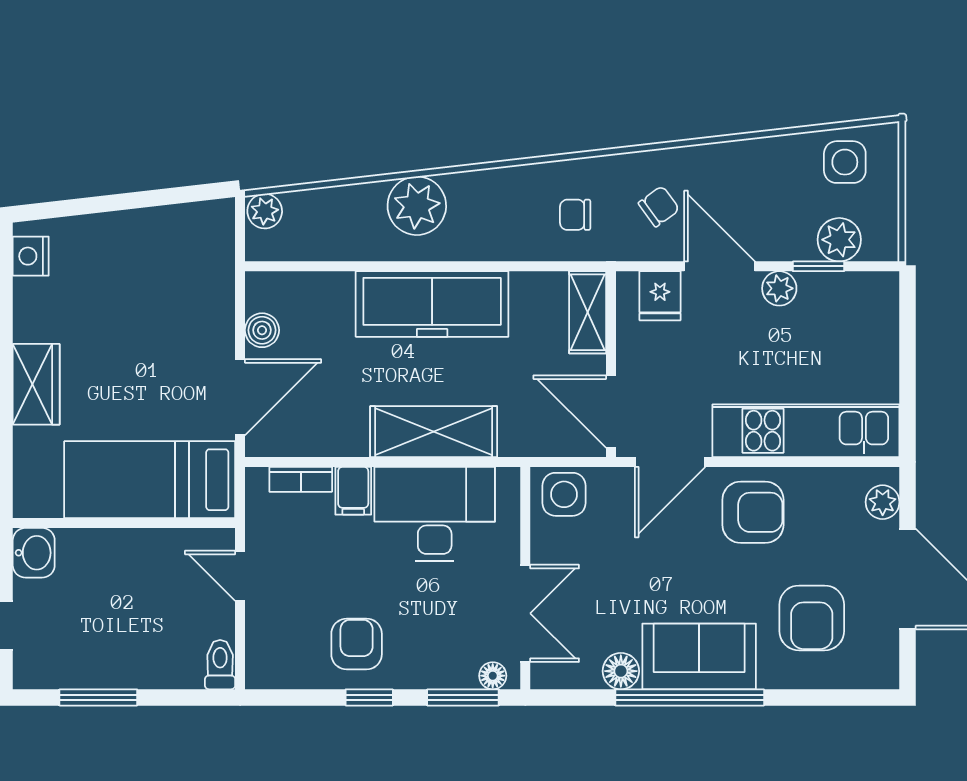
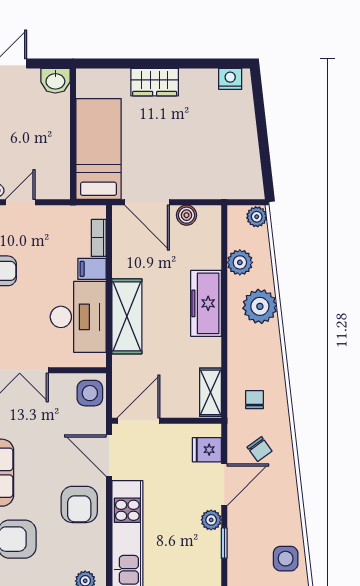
plant: (839, 240) -> (240, 262), moved
freezer: (432, 304) -> (206, 303), width x0.73, depth x0.79
shelving: (588, 312) -> (210, 392), moved, turned 90
door: (240, 576) -> (20, 202), moved

